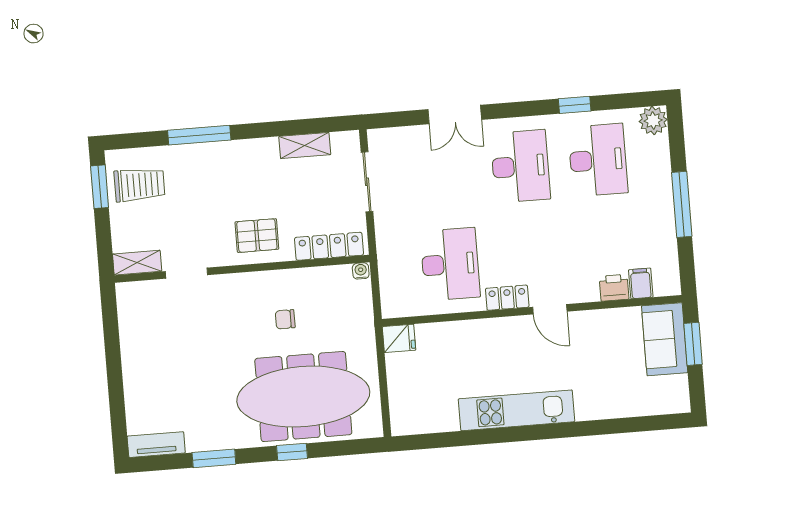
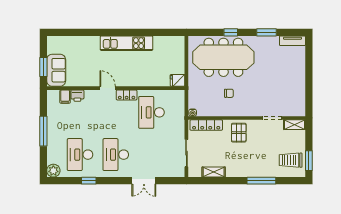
double door: (455, 115) -> (144, 181), swing flipped
pallet: (257, 236) -> (239, 133), turned 90

